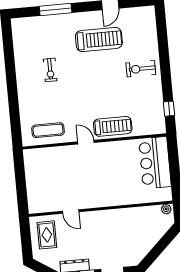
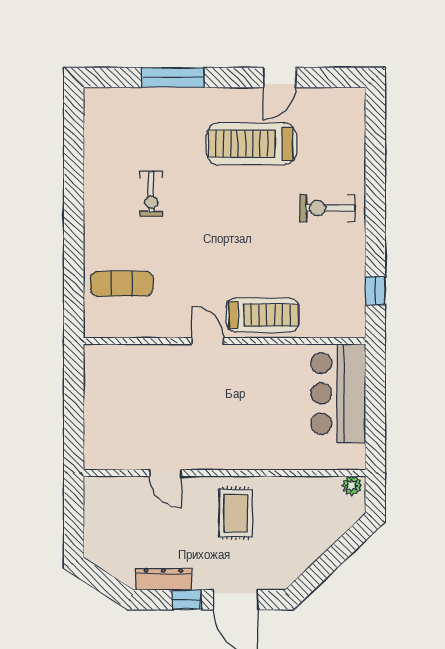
treadmill: (99, 40) -> (252, 144), turned 180
exercise mat: (48, 130) -> (122, 284), moved
rug: (47, 235) -> (236, 513), moved

